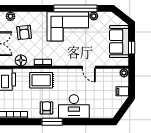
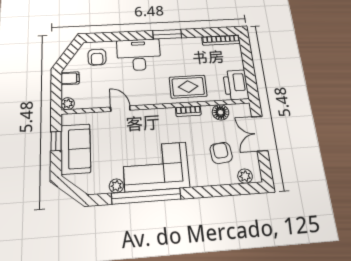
armchair: (46, 108) -> (97, 57), moved

